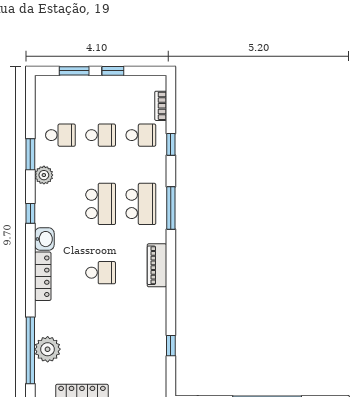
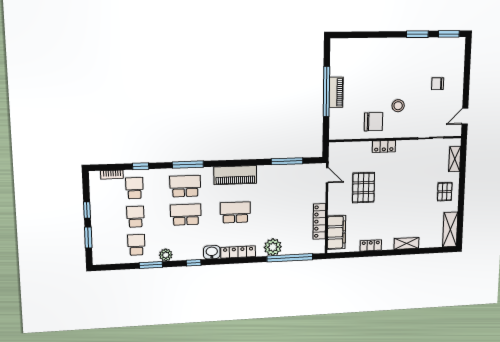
piano: (157, 265) -> (235, 175), width x1.37, depth x1.33
school desk: (101, 273) -> (235, 212), width x1.85
window: (171, 346) -> (287, 161), width x2.17
plant: (48, 349) -> (273, 247), moved

